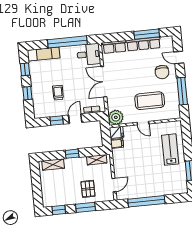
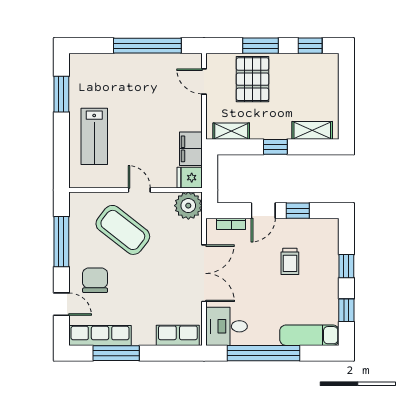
row of seats: (143, 44) -> (100, 335), moved
coffee table: (150, 101) -> (123, 230), turned 38
filing cabinet: (117, 143) -> (191, 149), width x2.00
door: (114, 185) -> (204, 81), hinge flipped
pallet: (88, 189) -> (253, 79), width x1.50, depth x1.42

